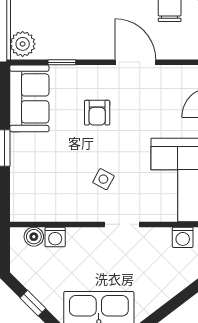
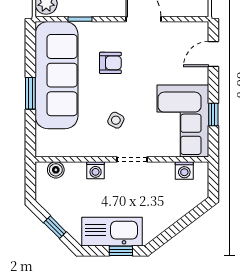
sofa: (29, 98) -> (56, 75), width x1.85, depth x1.27
armchair: (97, 113) -> (110, 63), turned -90
washing machine: (55, 237) -> (96, 170), moved

